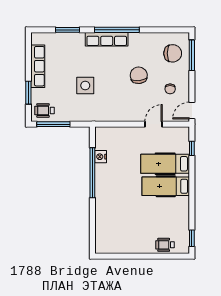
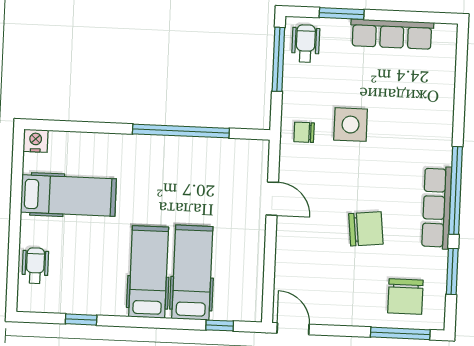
window: (68, 30) -> (452, 271), moved
row of seats: (107, 39) -> (437, 208), moved
chair: (170, 89) -> (304, 132), moved
door: (154, 124) -> (272, 199), moved
nightstand: (101, 157) -> (36, 141), moved
hospital bed: (128, 229) -> (68, 196), added
window: (192, 238) -> (81, 319), moved

